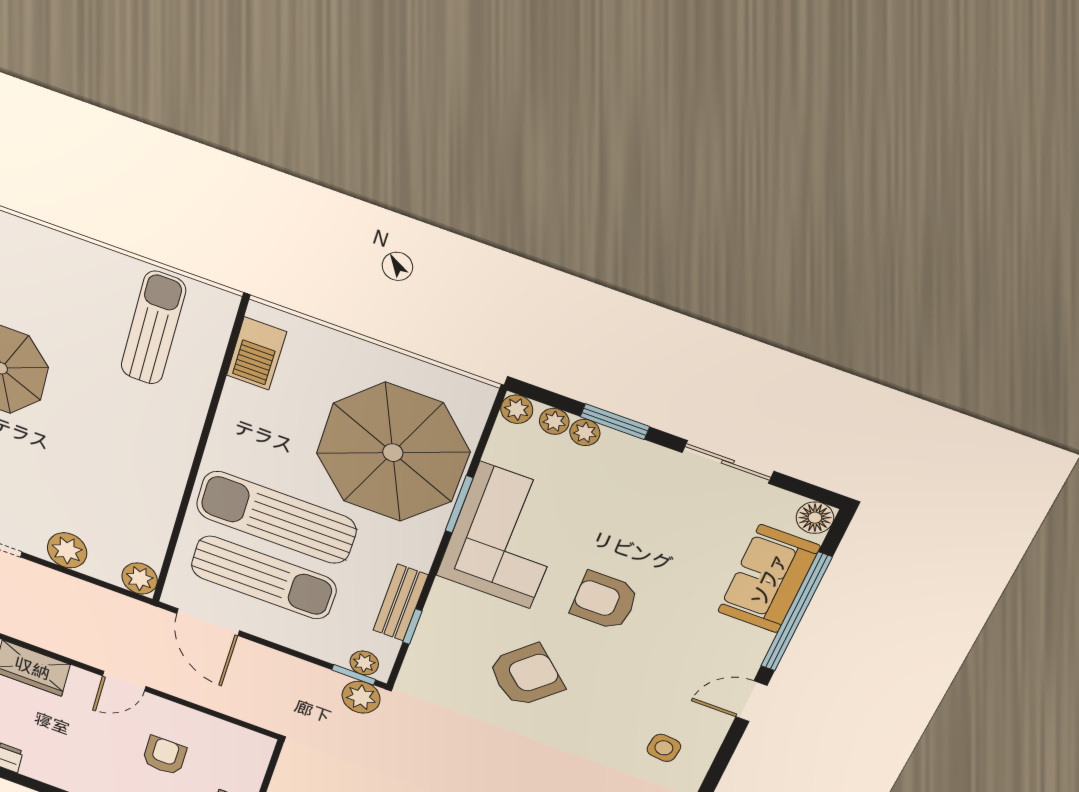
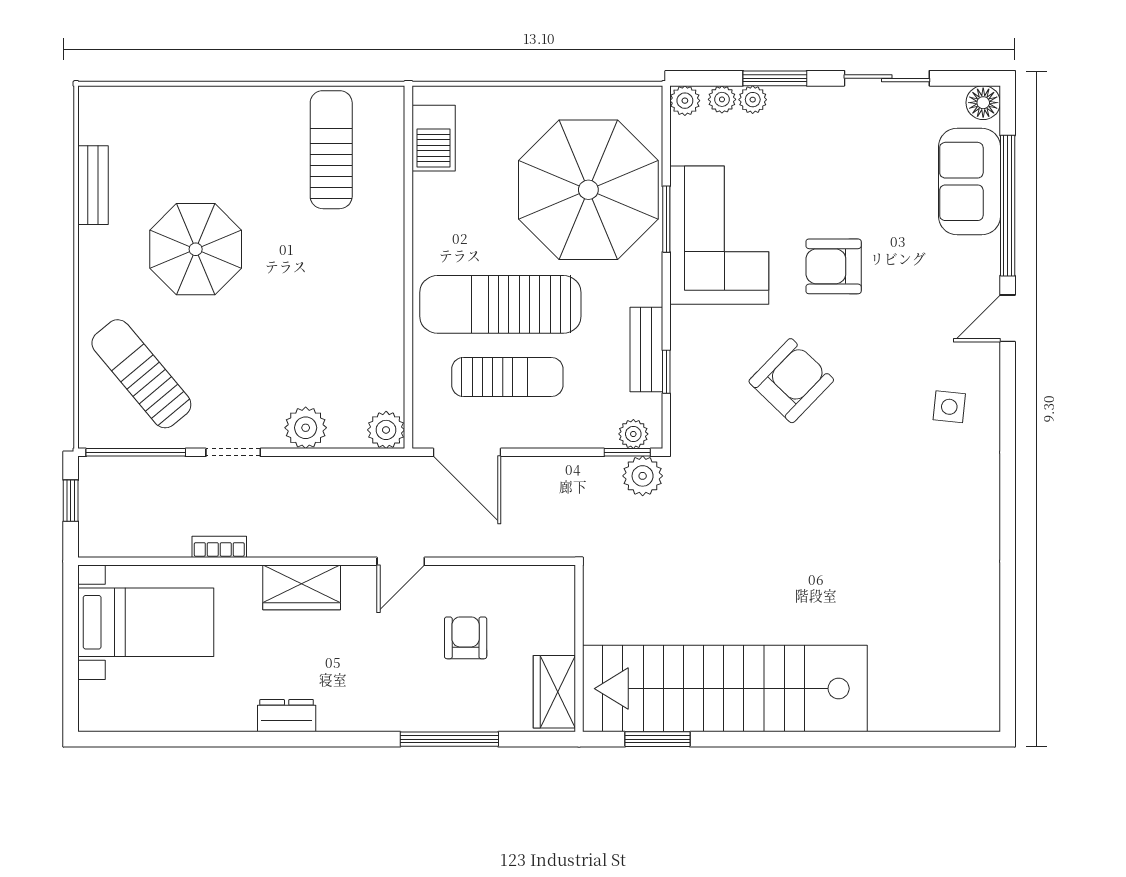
sun lounger: (264, 578) -> (507, 377), width x0.73, depth x0.75

